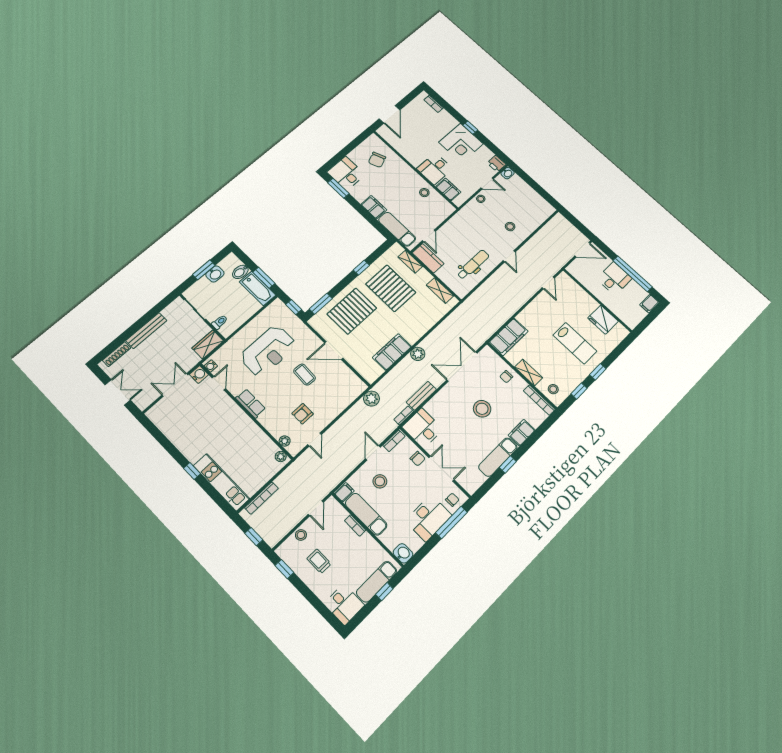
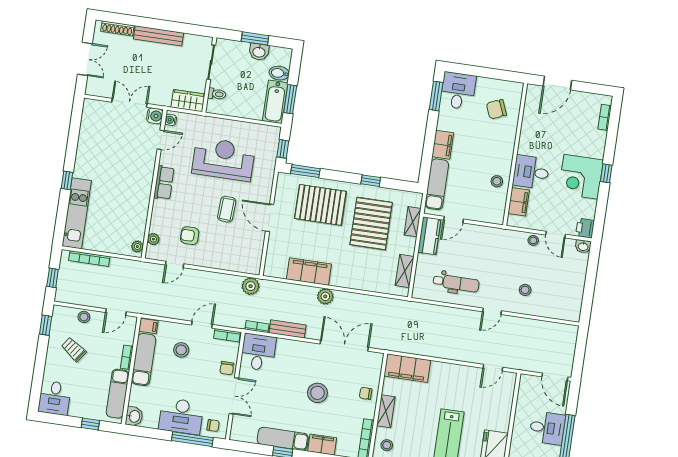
reception desk: (268, 351) -> (224, 159), turned 180
trolley: (319, 561) -> (74, 349), turned -54
exam couch: (377, 582) -> (118, 394), moved, turned -90

